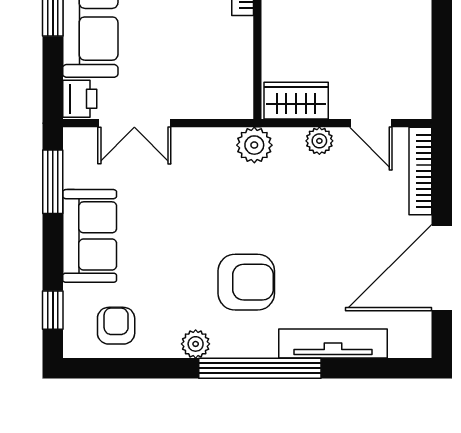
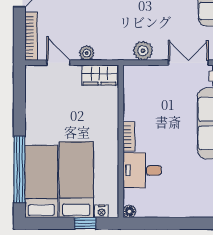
plant: (254, 145) -> (143, 51), moved

